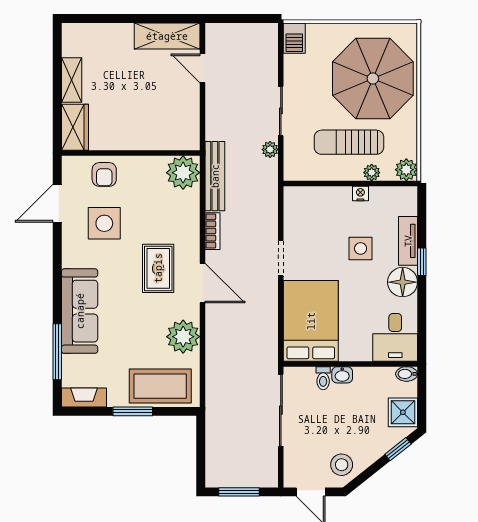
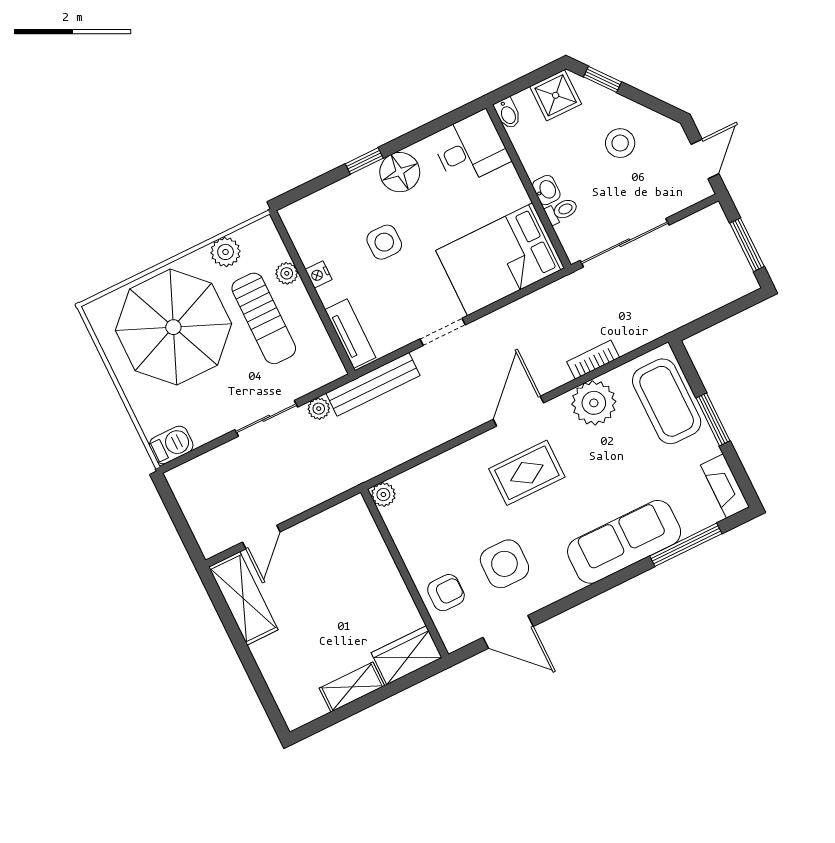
plant: (406, 170) -> (226, 252), moved
plant: (183, 173) -> (383, 495), width x0.53, depth x0.53
bench: (215, 176) -> (373, 384), moved
bookcase: (213, 231) -> (593, 360), moved
tv unit: (408, 241) -> (350, 334), moved, turned -90
stool: (342, 465) -> (620, 143), moved

